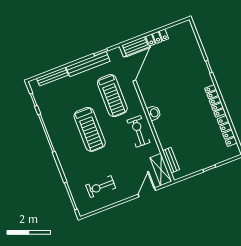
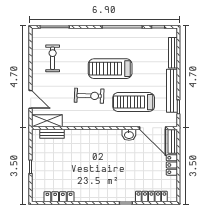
locker: (215, 101) -> (151, 196), moved
washbasin: (154, 113) -> (129, 135), moved
exercise bike: (138, 131) -> (89, 96), moved

